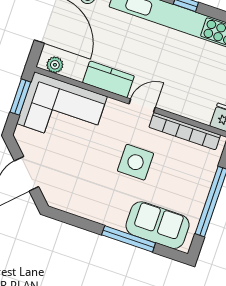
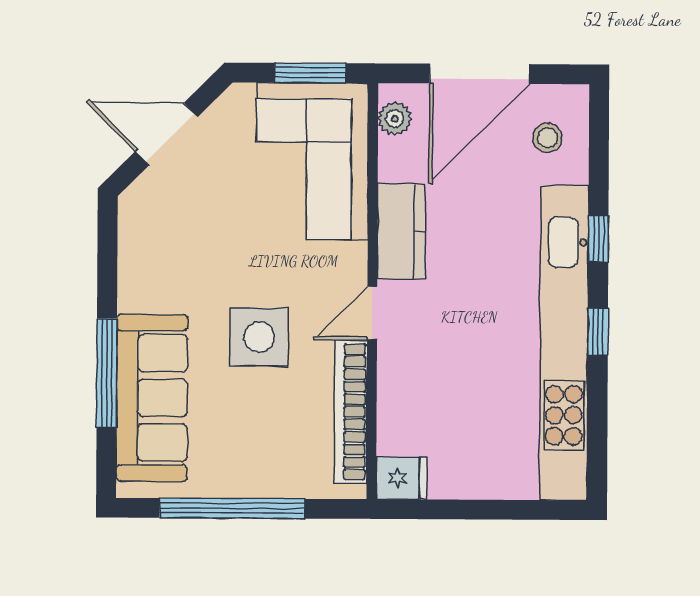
door: (142, 106) -> (372, 313), swing flipped
sofa: (158, 225) -> (152, 398), width x1.36

